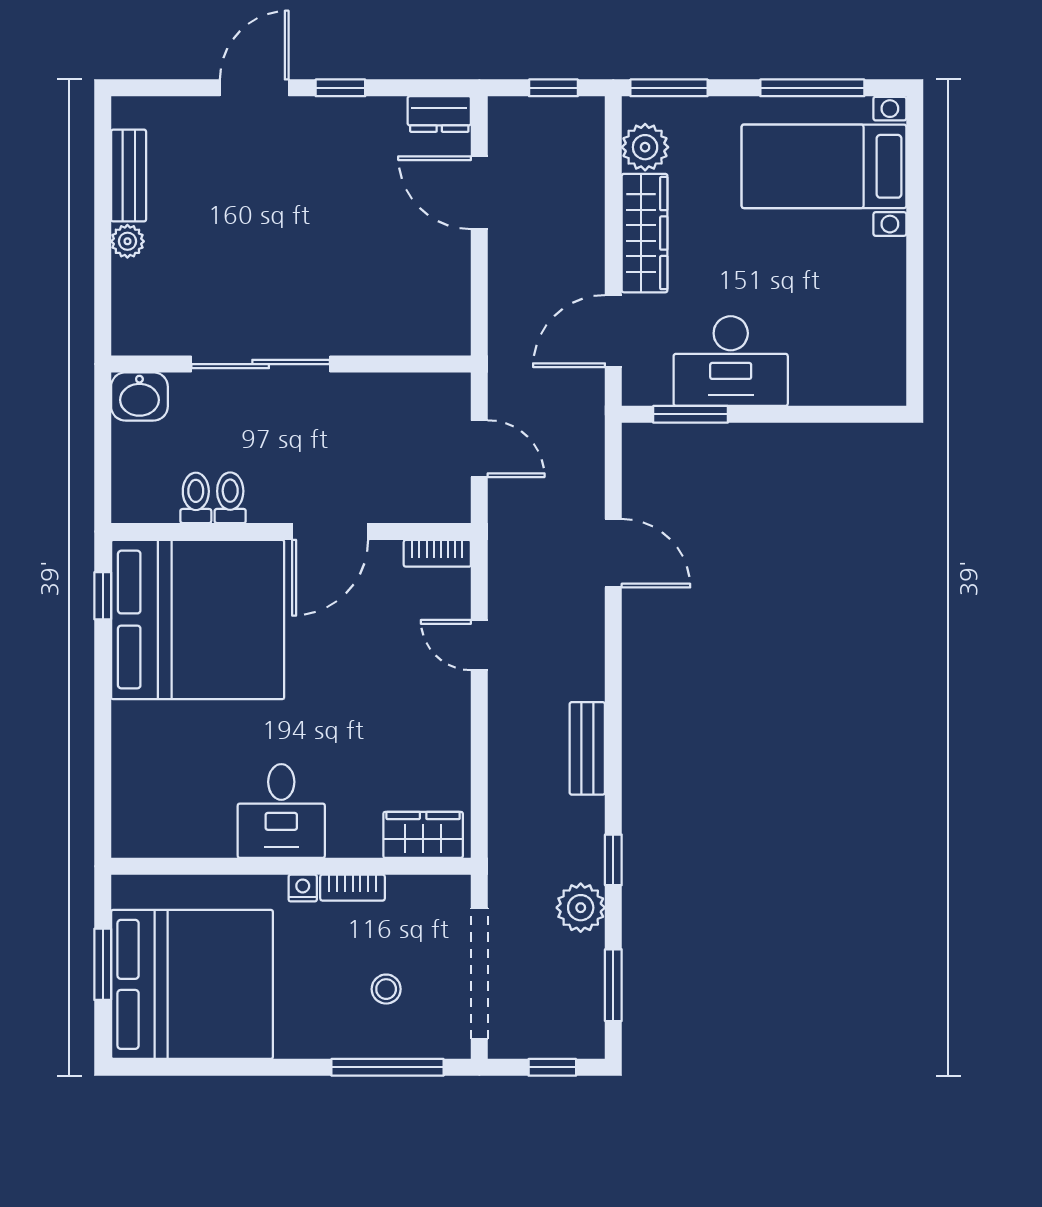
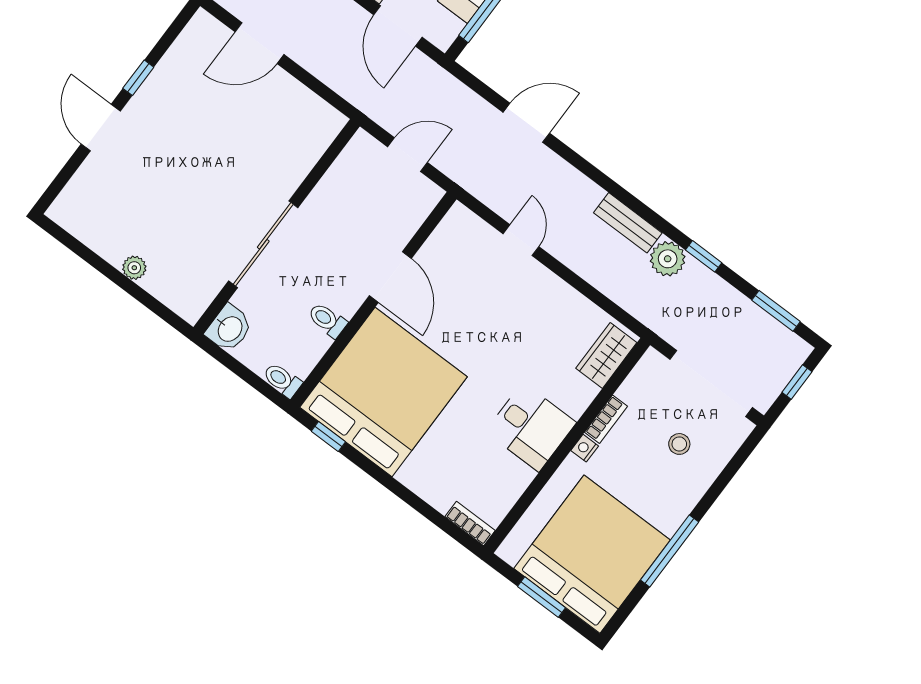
dresser: (439, 114) -> (197, 32), removed
bench: (129, 176) -> (97, 238), removed
toilet: (196, 498) -> (282, 380), moved
bookcase: (437, 553) -> (470, 523), moved, turned -90
door: (479, 645) -> (521, 240), swing flipped
plant: (581, 908) -> (668, 259), moved
window: (388, 1067) -> (670, 551), moved

